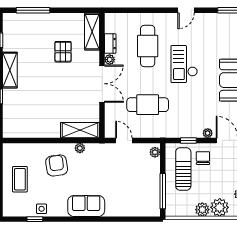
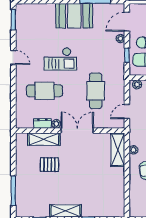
shelving: (92, 32) -> (44, 139), moved

